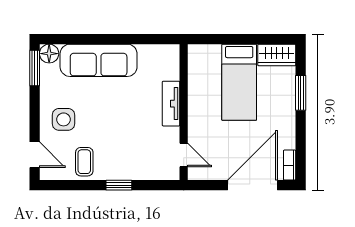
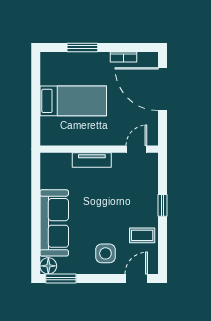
wardrobe: (277, 55) -> (50, 68), removed
bookcase: (290, 165) -> (123, 57), moved

